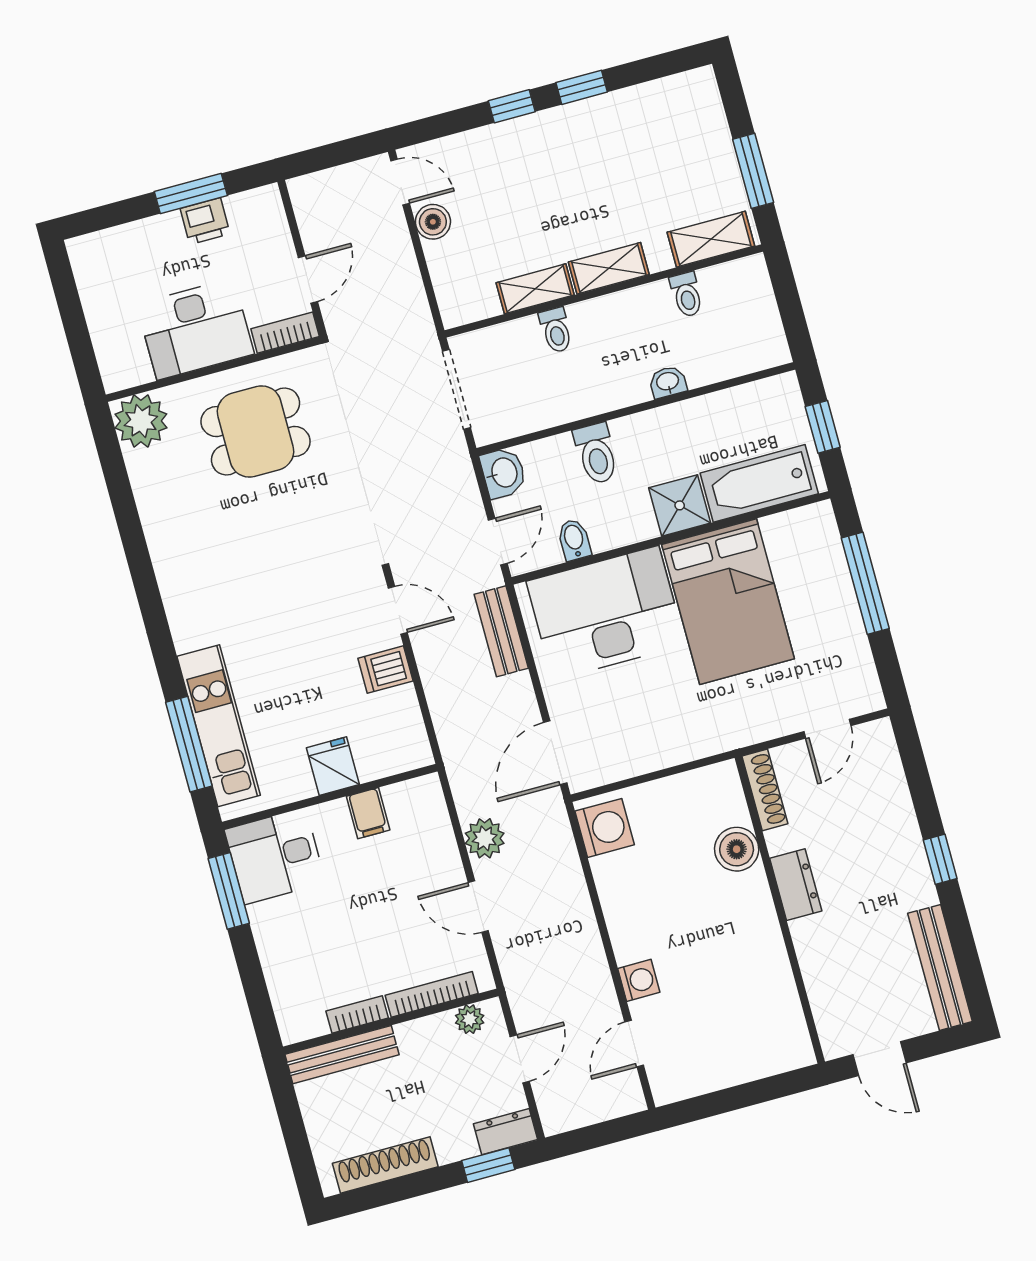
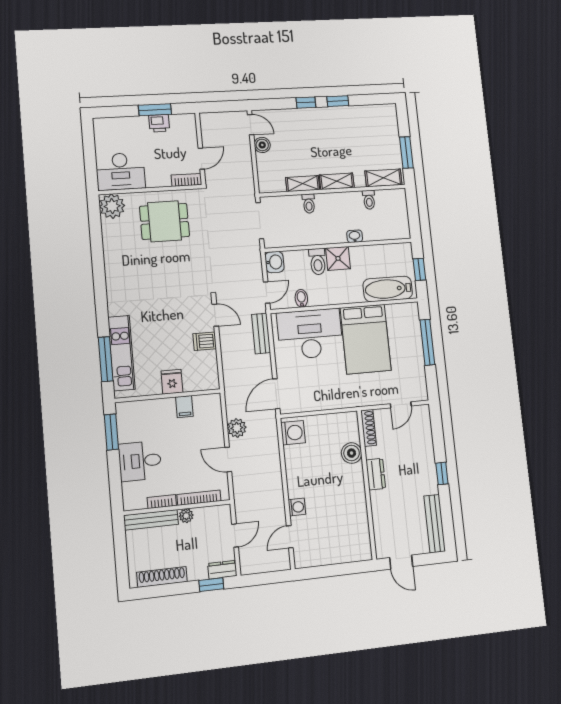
desk: (195, 329) -> (120, 171), moved
shower: (680, 505) -> (338, 258), moved
desk: (275, 856) -> (140, 461), moved
plant: (470, 1019) -> (186, 516), moved

